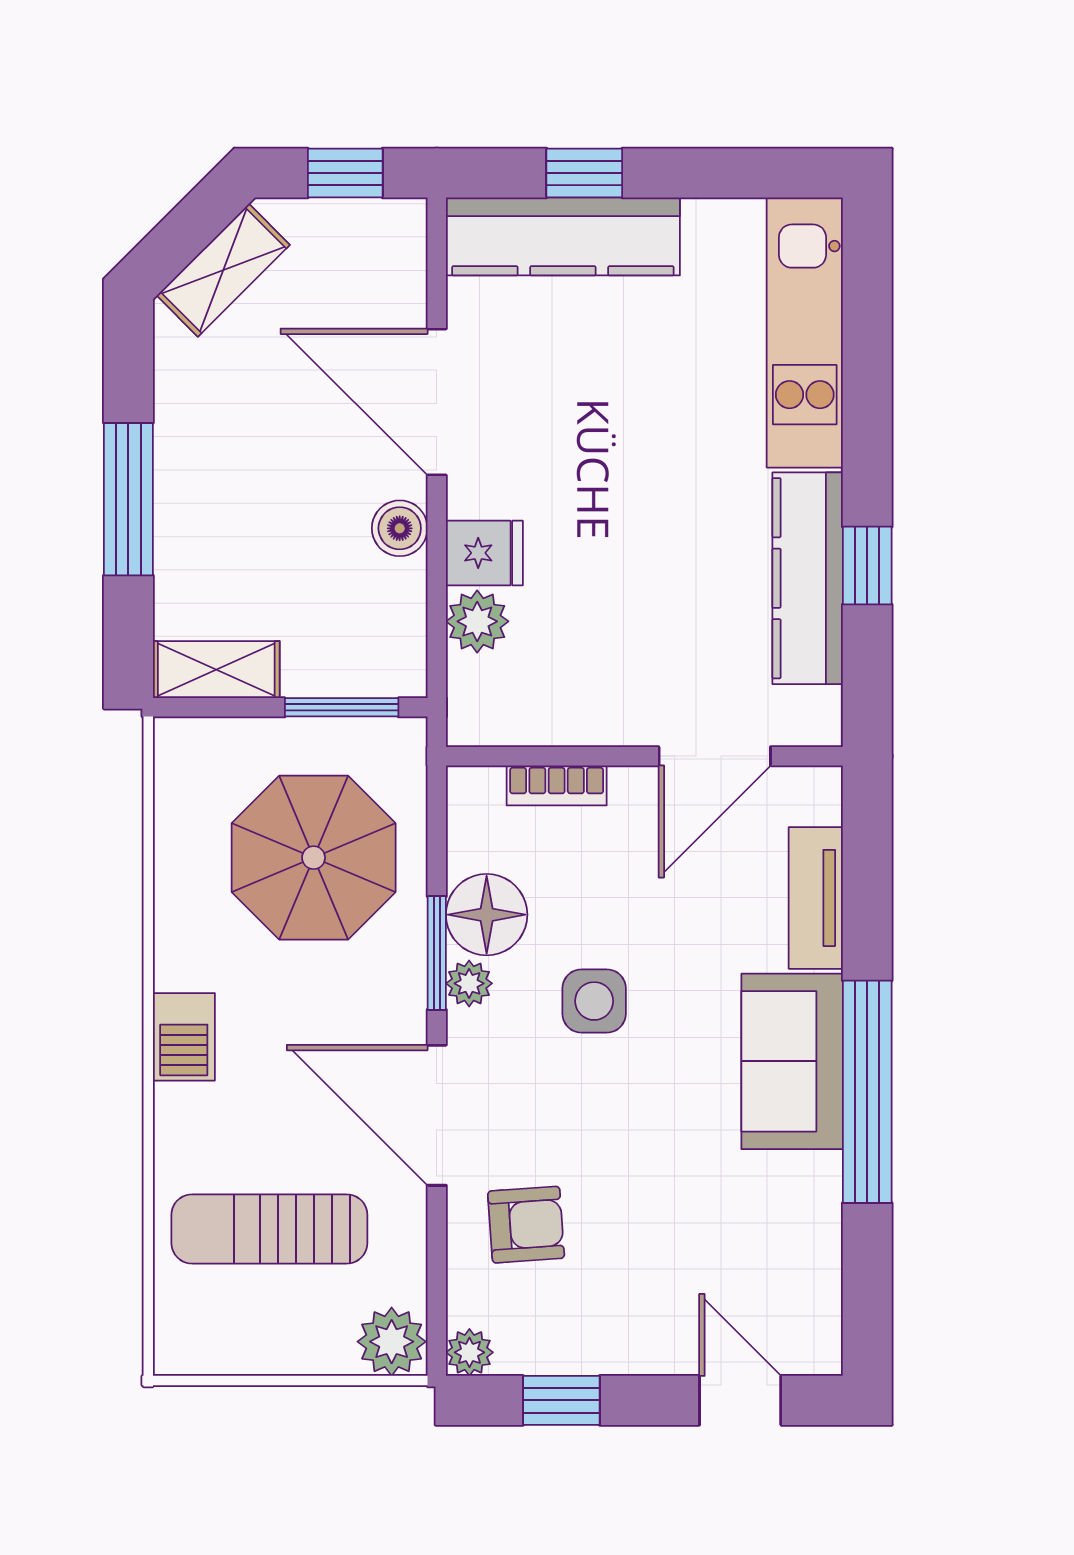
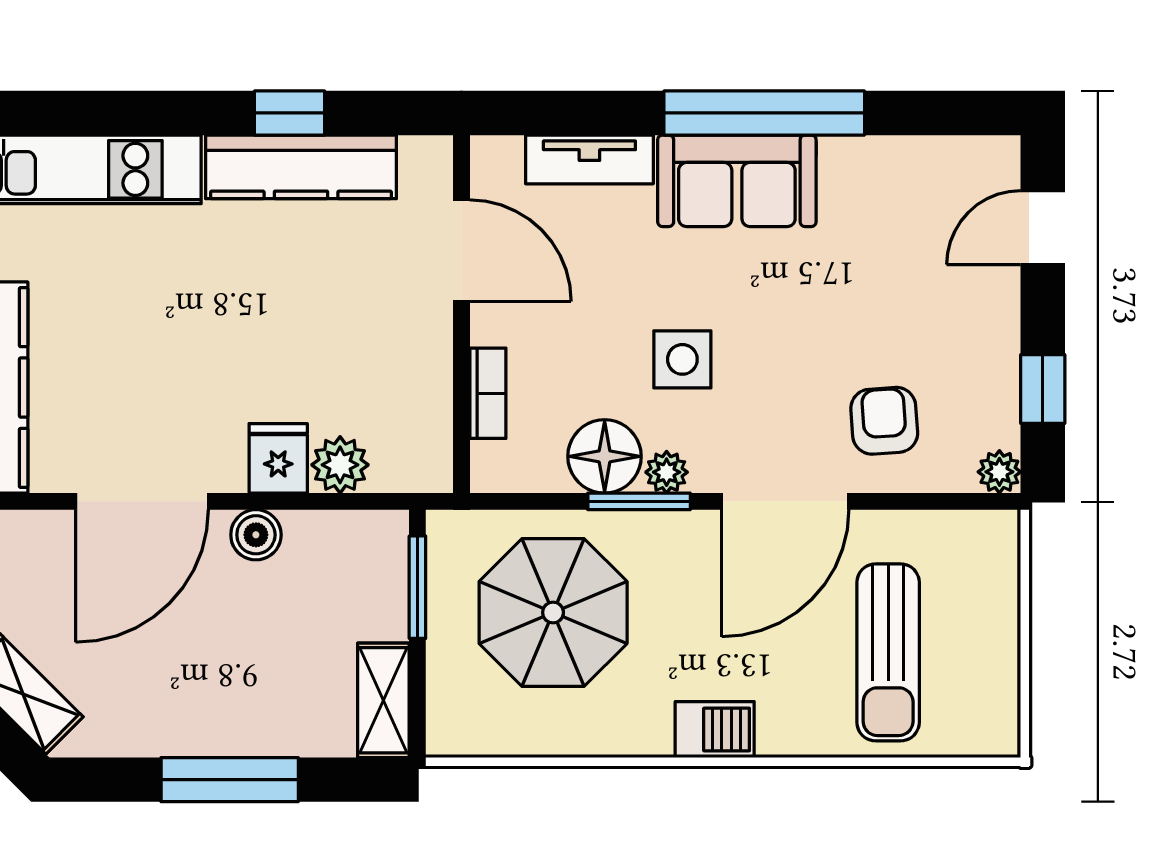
plant: (392, 1342) -> (990, 542), removed

